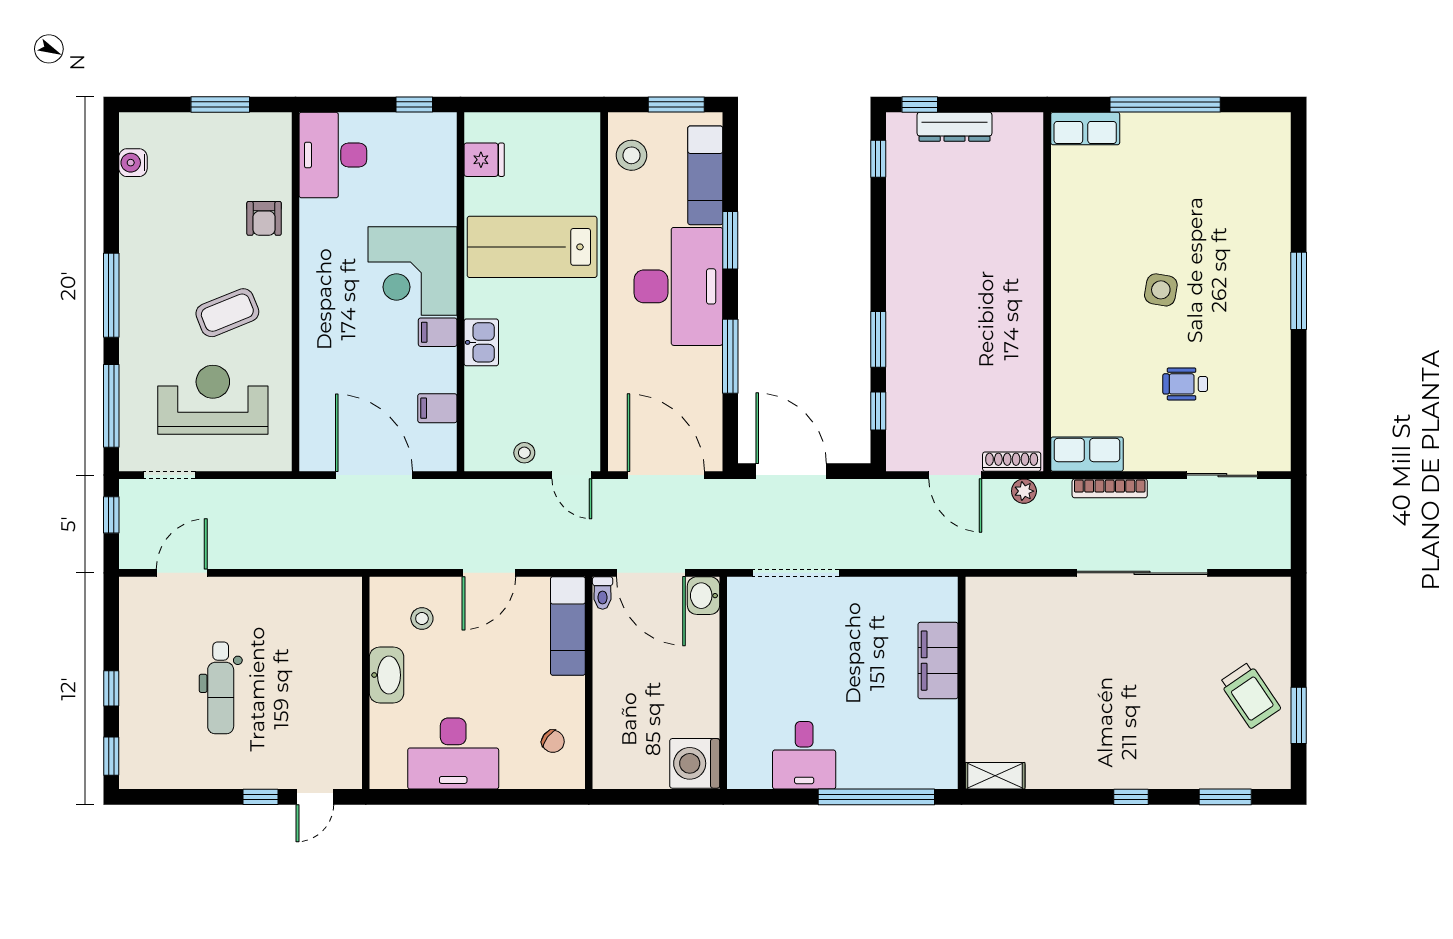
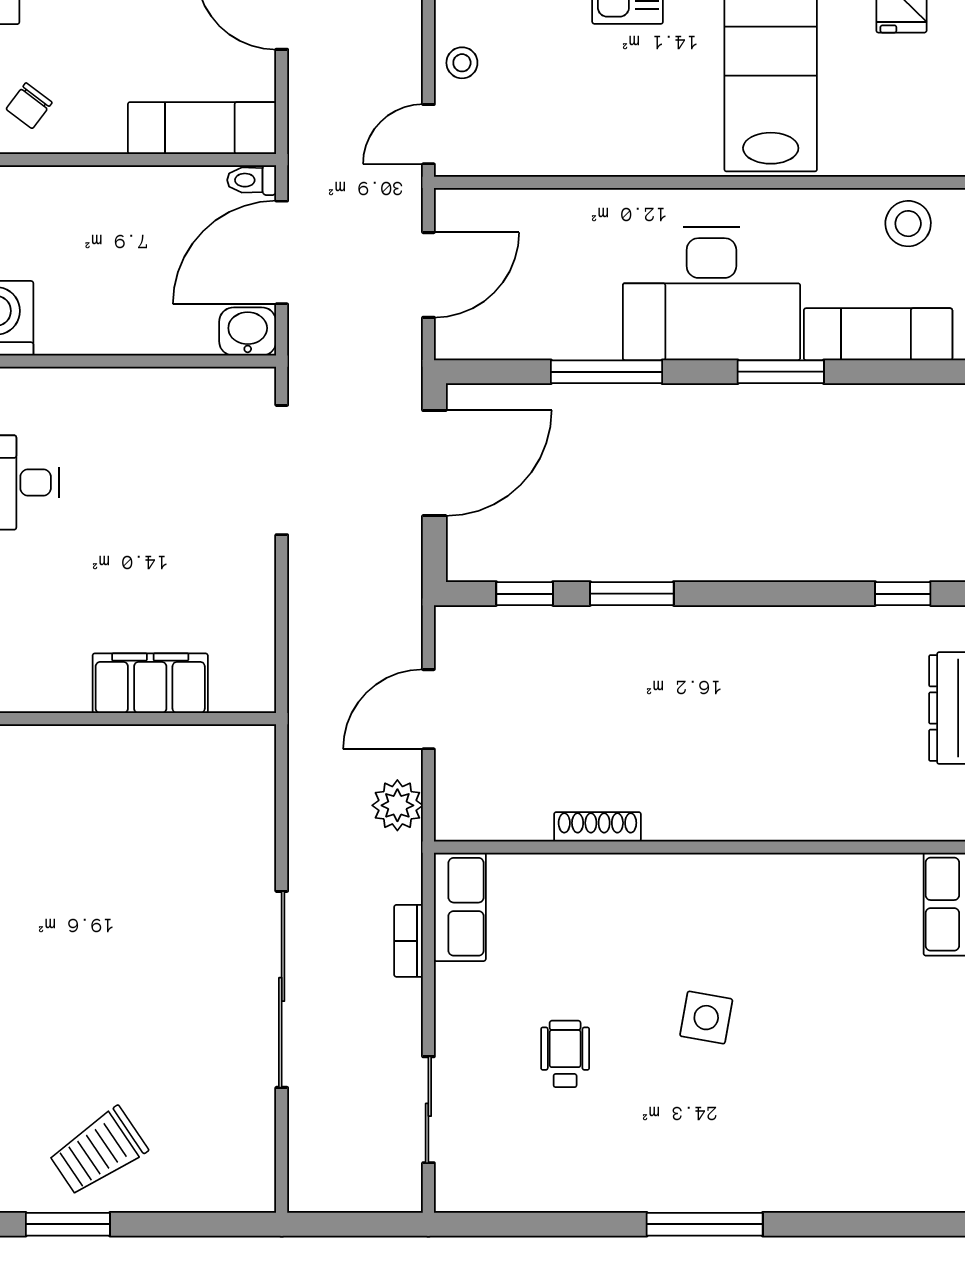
shoe rack: (1012, 462) -> (597, 827), moved, turned -90
door: (666, 475) -> (428, 275), width x0.73
bookcase: (1110, 488) -> (409, 941), width x0.64
plant: (1024, 491) -> (397, 805), width x1.38, depth x1.38

